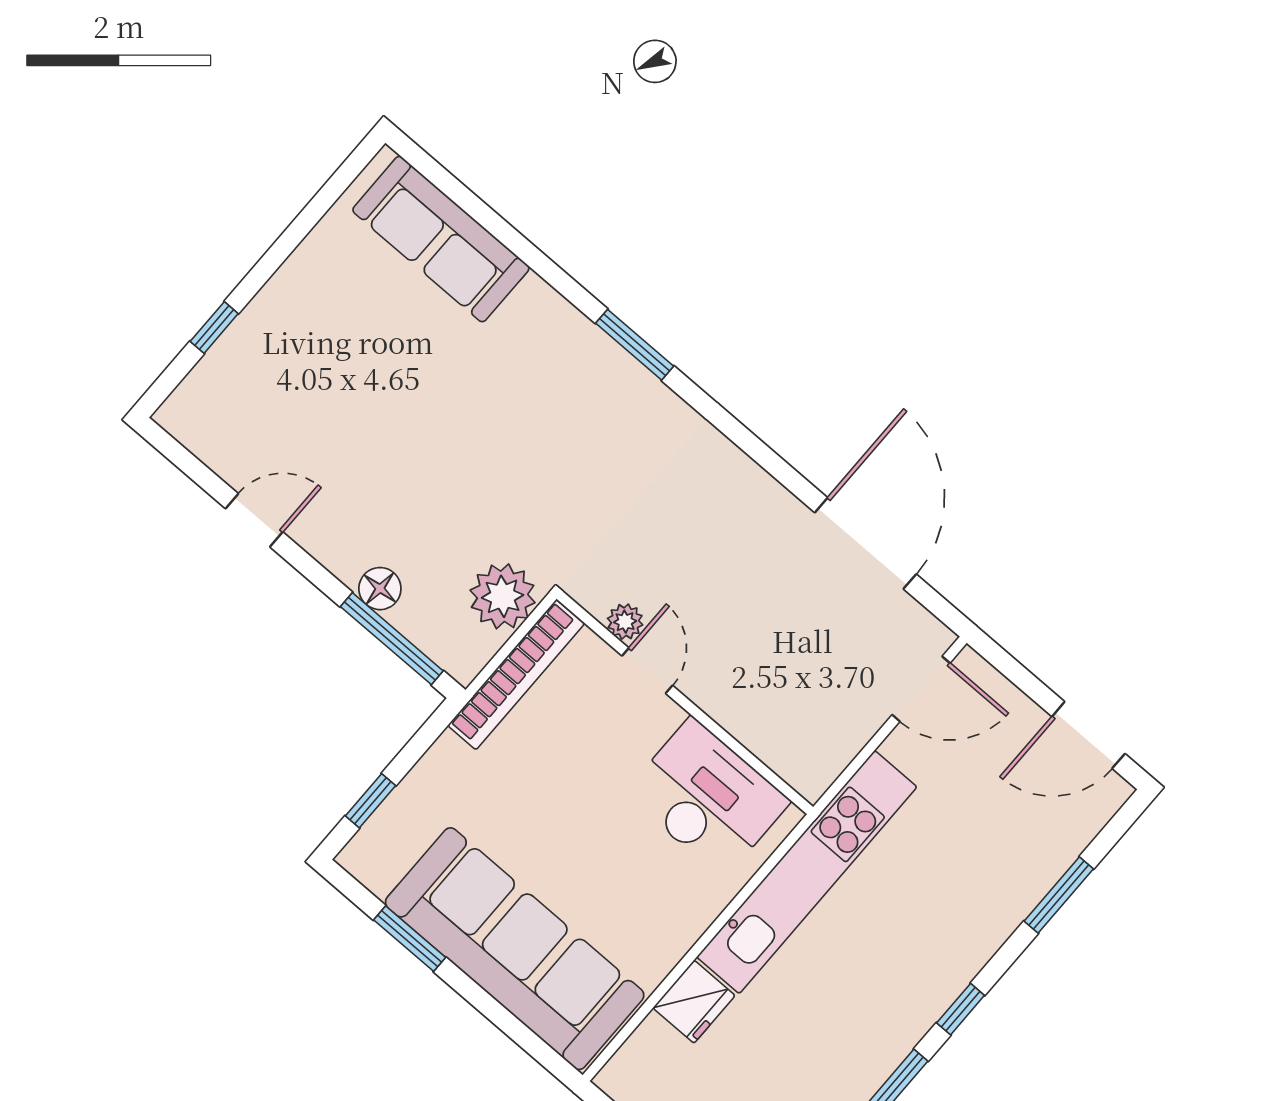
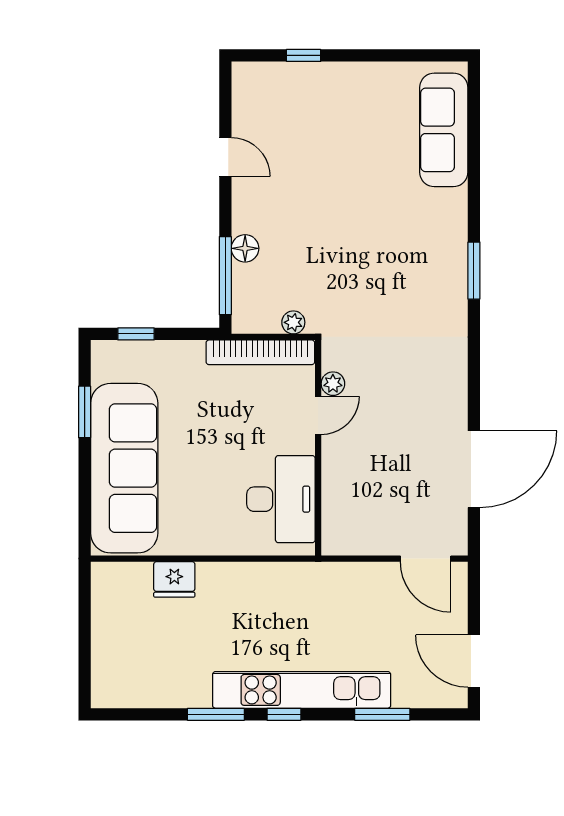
plant: (503, 596) -> (293, 322), width x0.53, depth x0.53
kitchen unit: (807, 872) -> (302, 690), moved, turned 180

